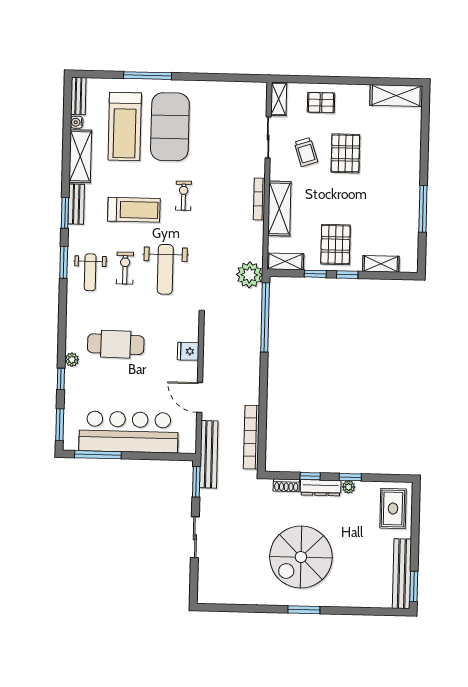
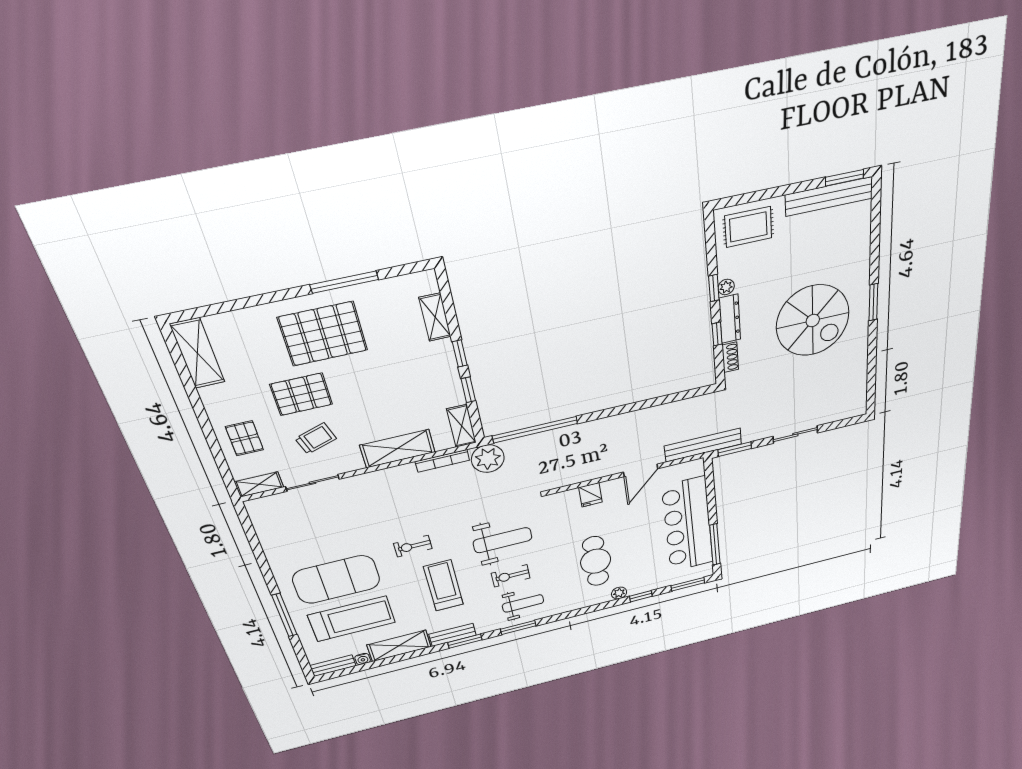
bookcase: (259, 199) -> (442, 461), moved
pallet: (335, 245) -> (323, 334), moved, width x1.37, depth x1.41
bookcase: (251, 437) -> (679, 408), removed

